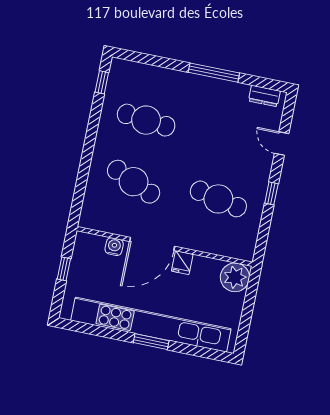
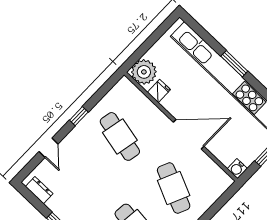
water cooler: (114, 247) -> (237, 169), moved
fridge: (182, 263) -> (159, 91), moved

